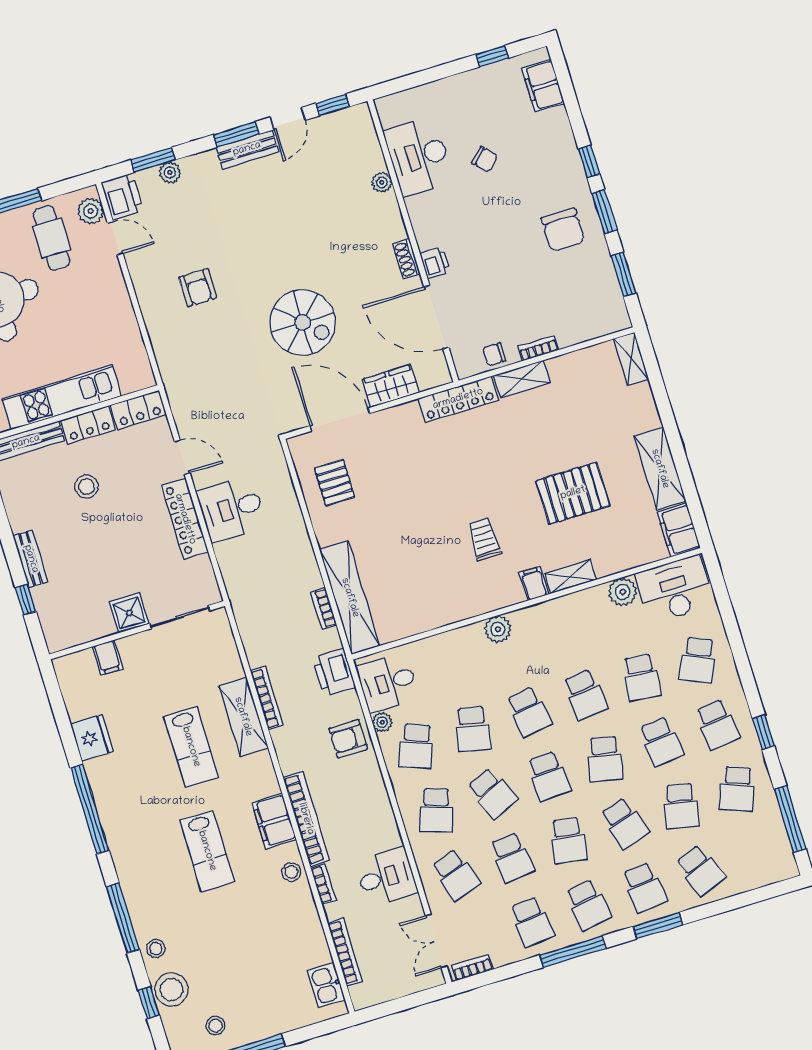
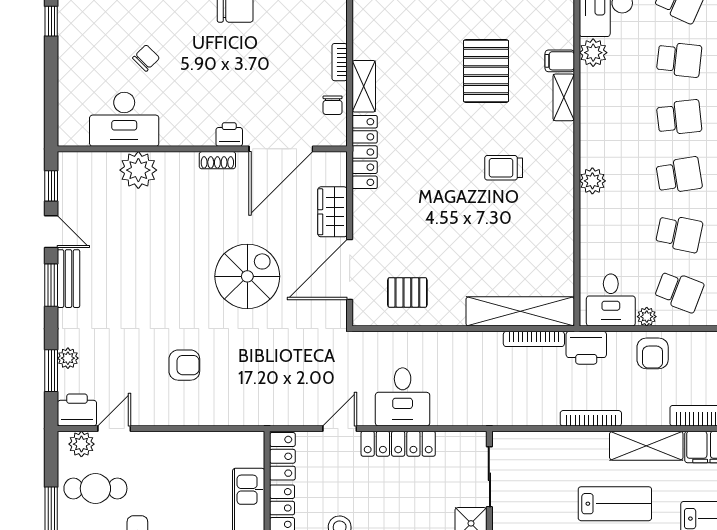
plant: (382, 182) -> (138, 170), width x1.88, depth x1.88
filing cabinet: (534, 583) -> (560, 61), moved
bookcase: (324, 609) -> (534, 339), width x1.56
shelving: (243, 717) -> (646, 446), moved

